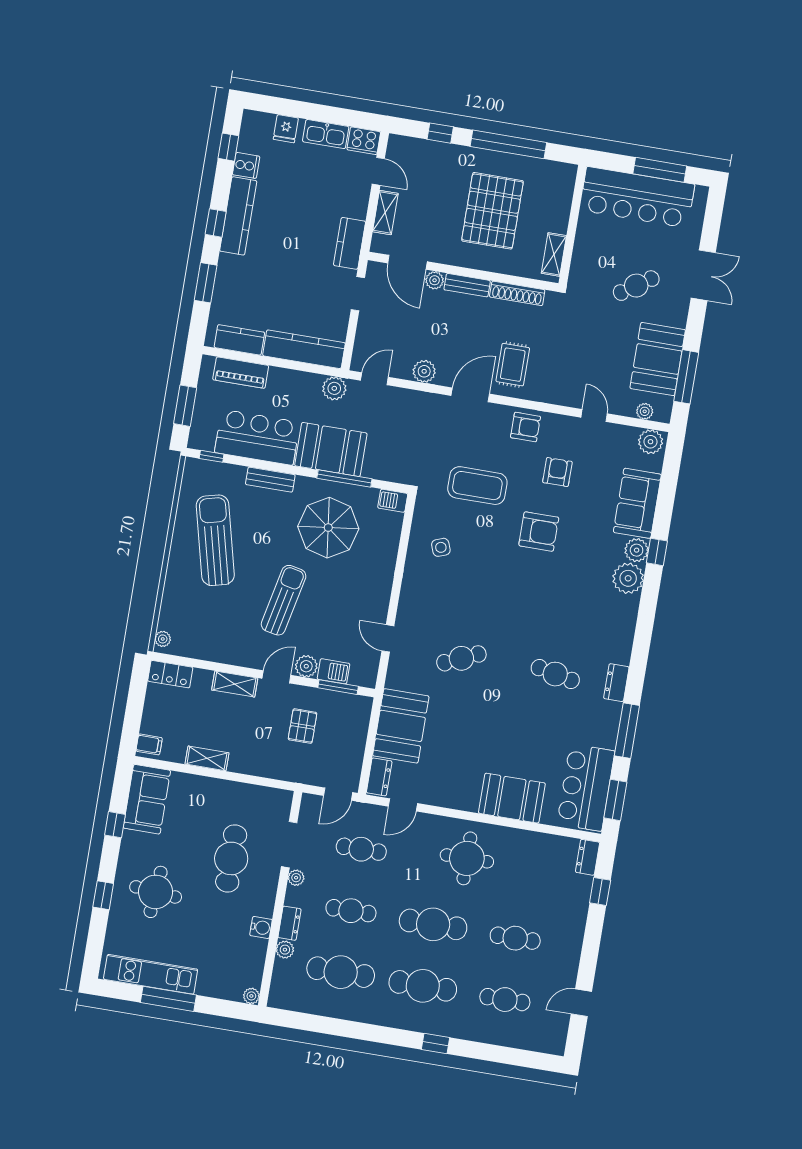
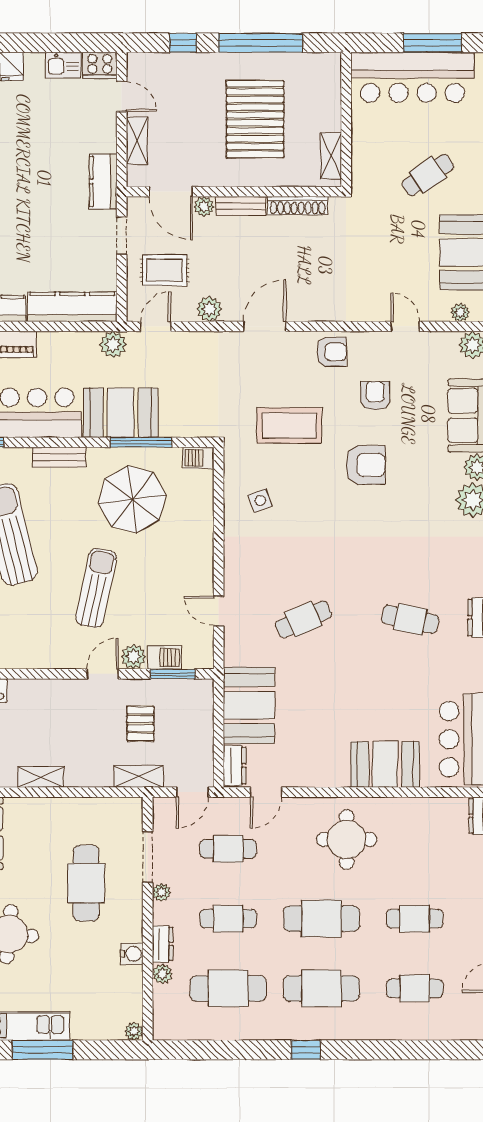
kitchen sink: (326, 134) -> (63, 65), width x0.73
rug: (513, 365) -> (165, 270), moved, turned 90
shelving: (235, 684) -> (139, 776), moved
window: (435, 1044) -> (306, 1050), moved

